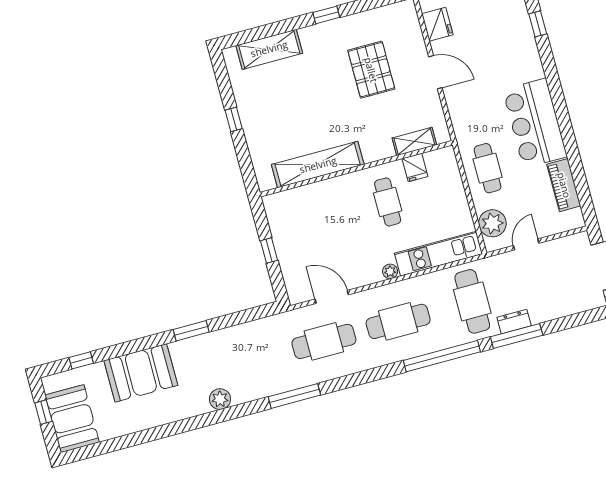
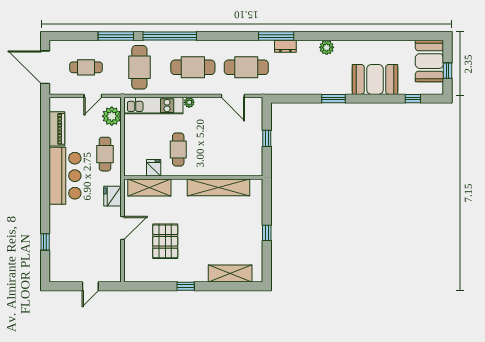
fridge: (437, 24) -> (113, 196), moved
door: (435, 72) -> (123, 228), swing flipped
shelving: (414, 141) -> (149, 187), width x1.50, depth x1.33
cafe table: (546, 281) -> (86, 67), added
dresser: (514, 322) -> (285, 46), moved

